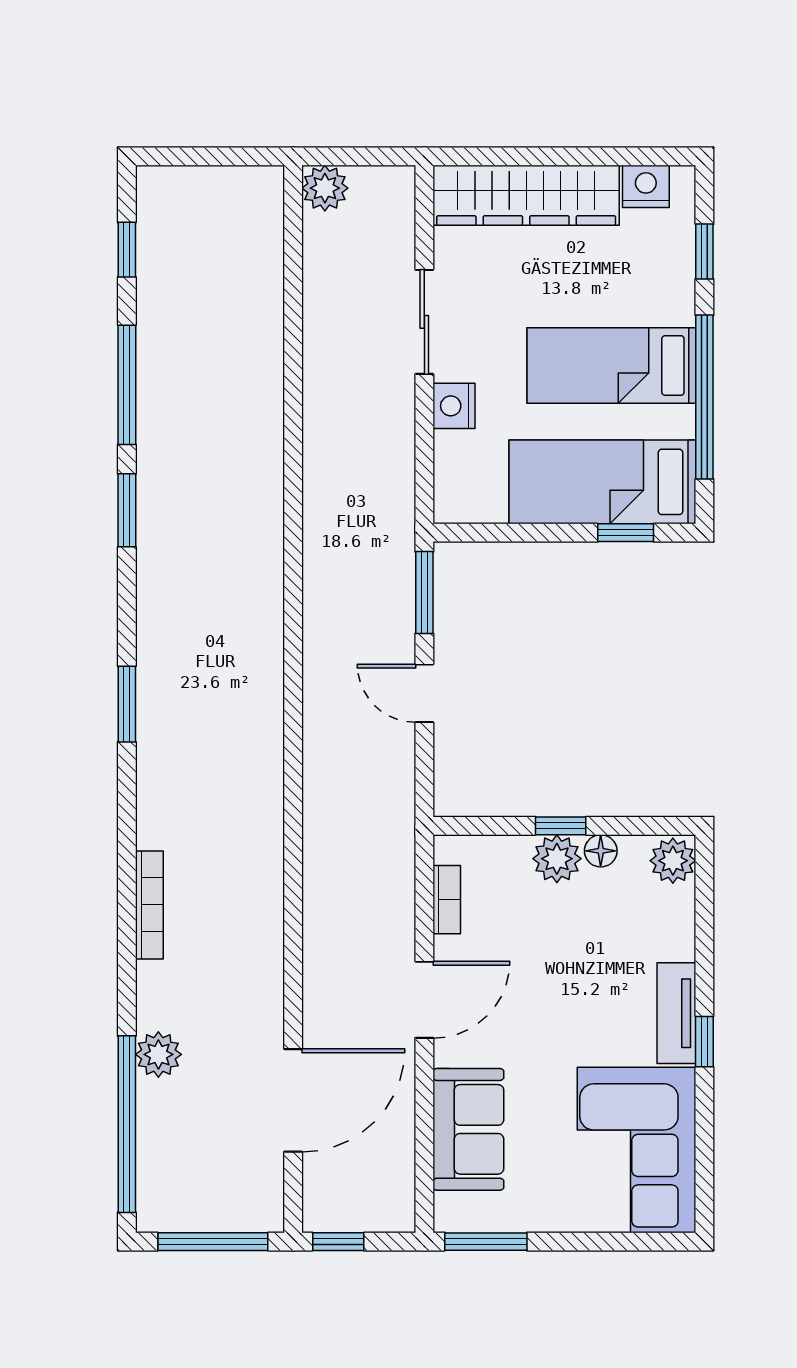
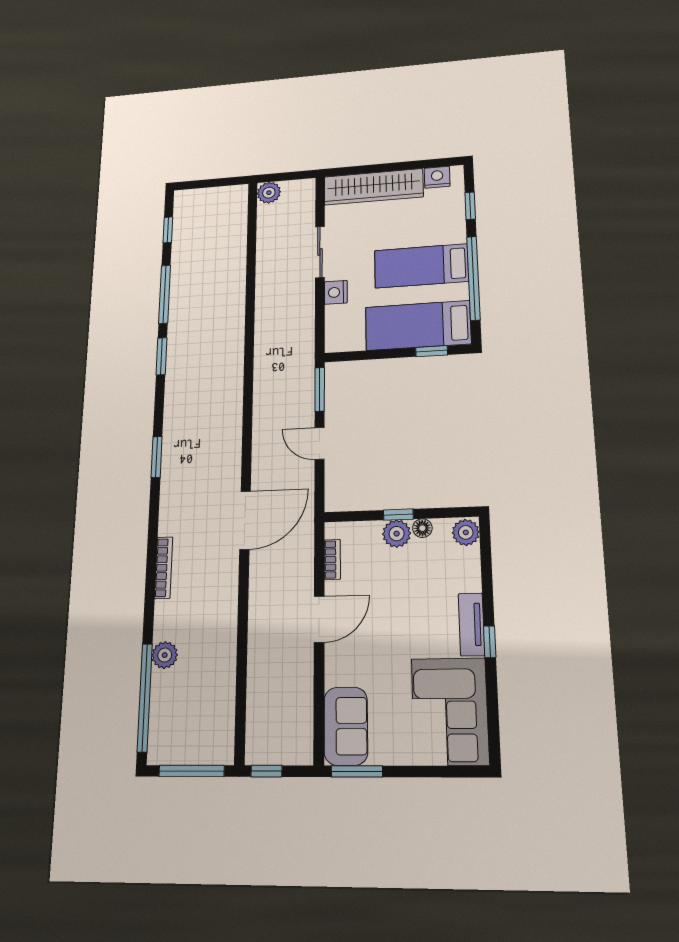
door: (293, 1100) -> (245, 520), moved
sofa: (468, 1129) -> (346, 726), moved

